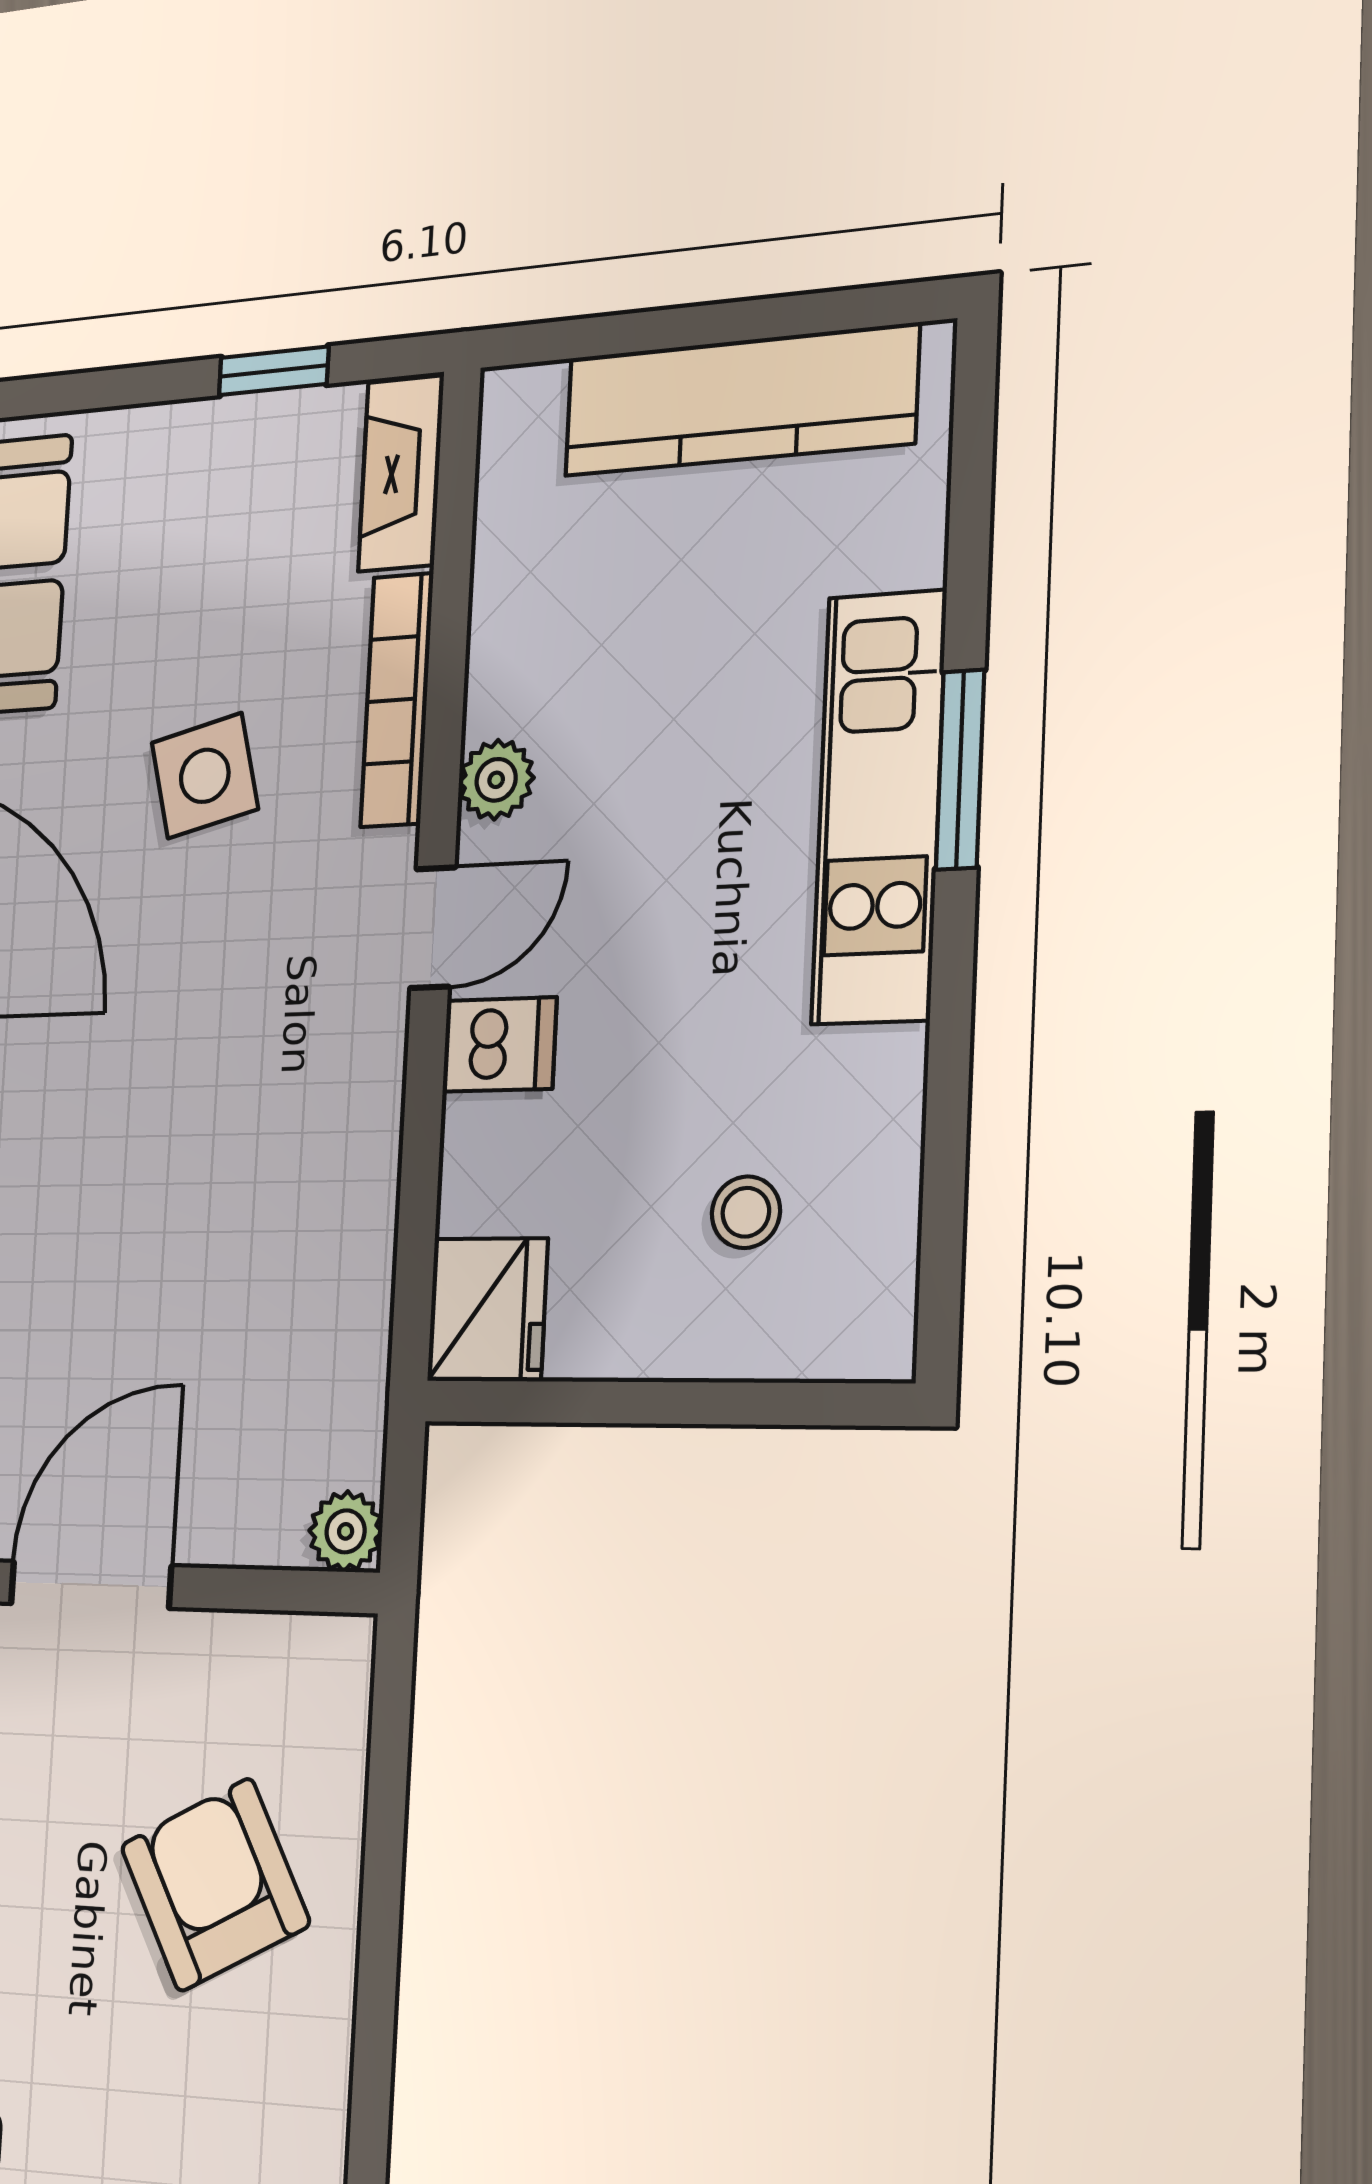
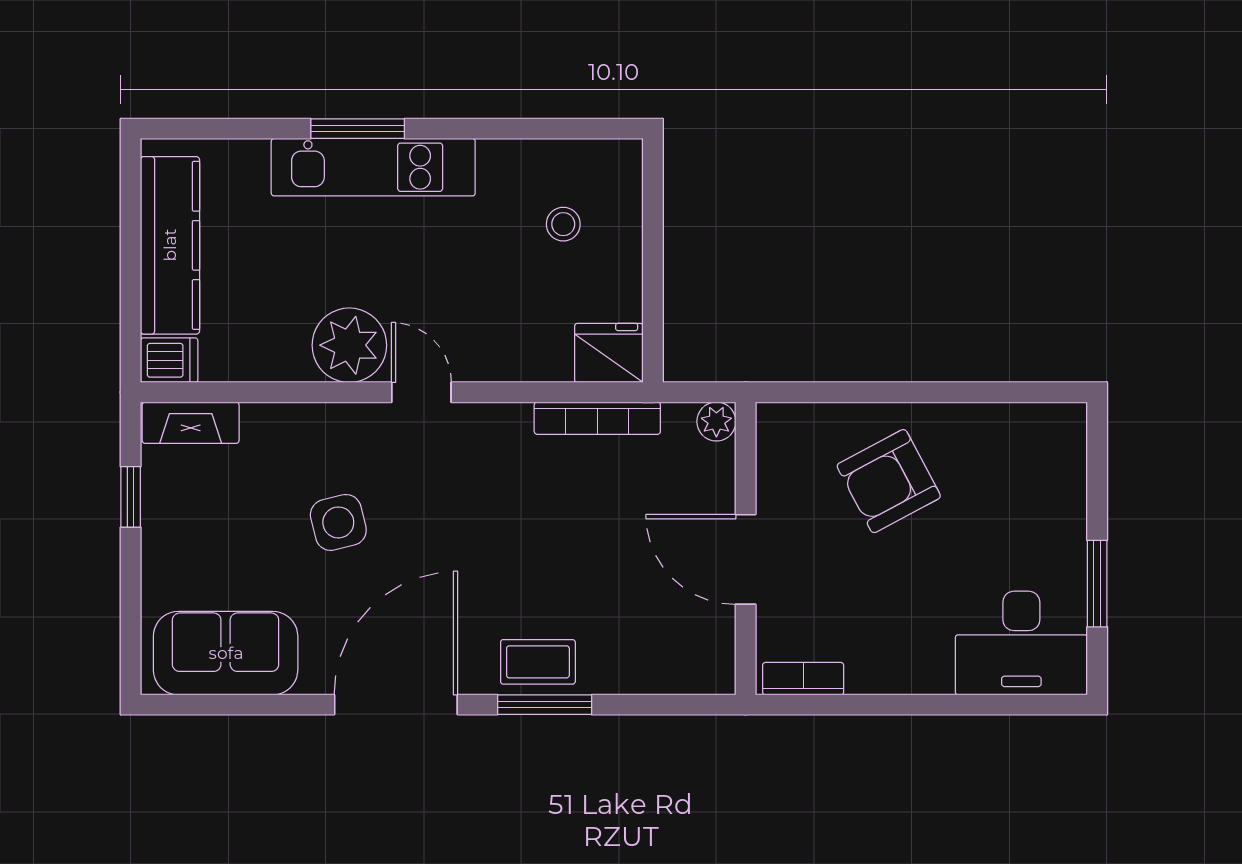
bookcase: (397, 700) -> (597, 418), moved
plant: (496, 780) -> (349, 345), width x1.88, depth x1.88
dishwasher: (499, 1045) -> (169, 360), moved, turned 90

